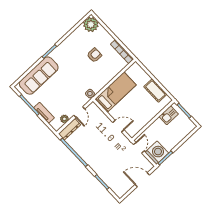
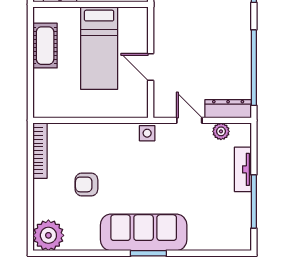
sofa: (39, 76) -> (144, 232), moved
bed: (116, 92) -> (99, 48), moved, turned -90
door: (79, 112) -> (189, 120), hinge flipped
door: (118, 126) -> (151, 67), moved

